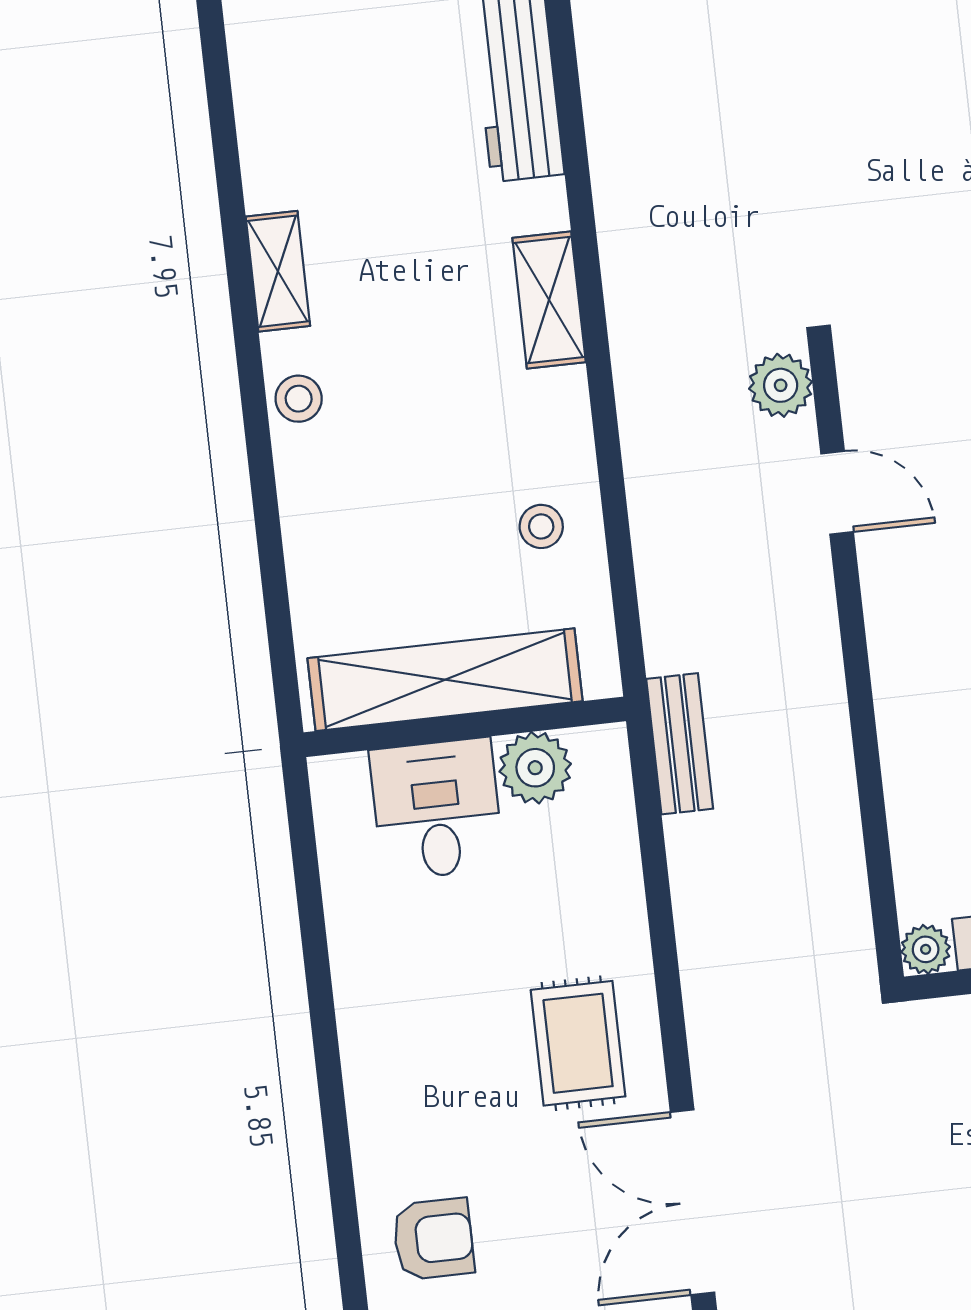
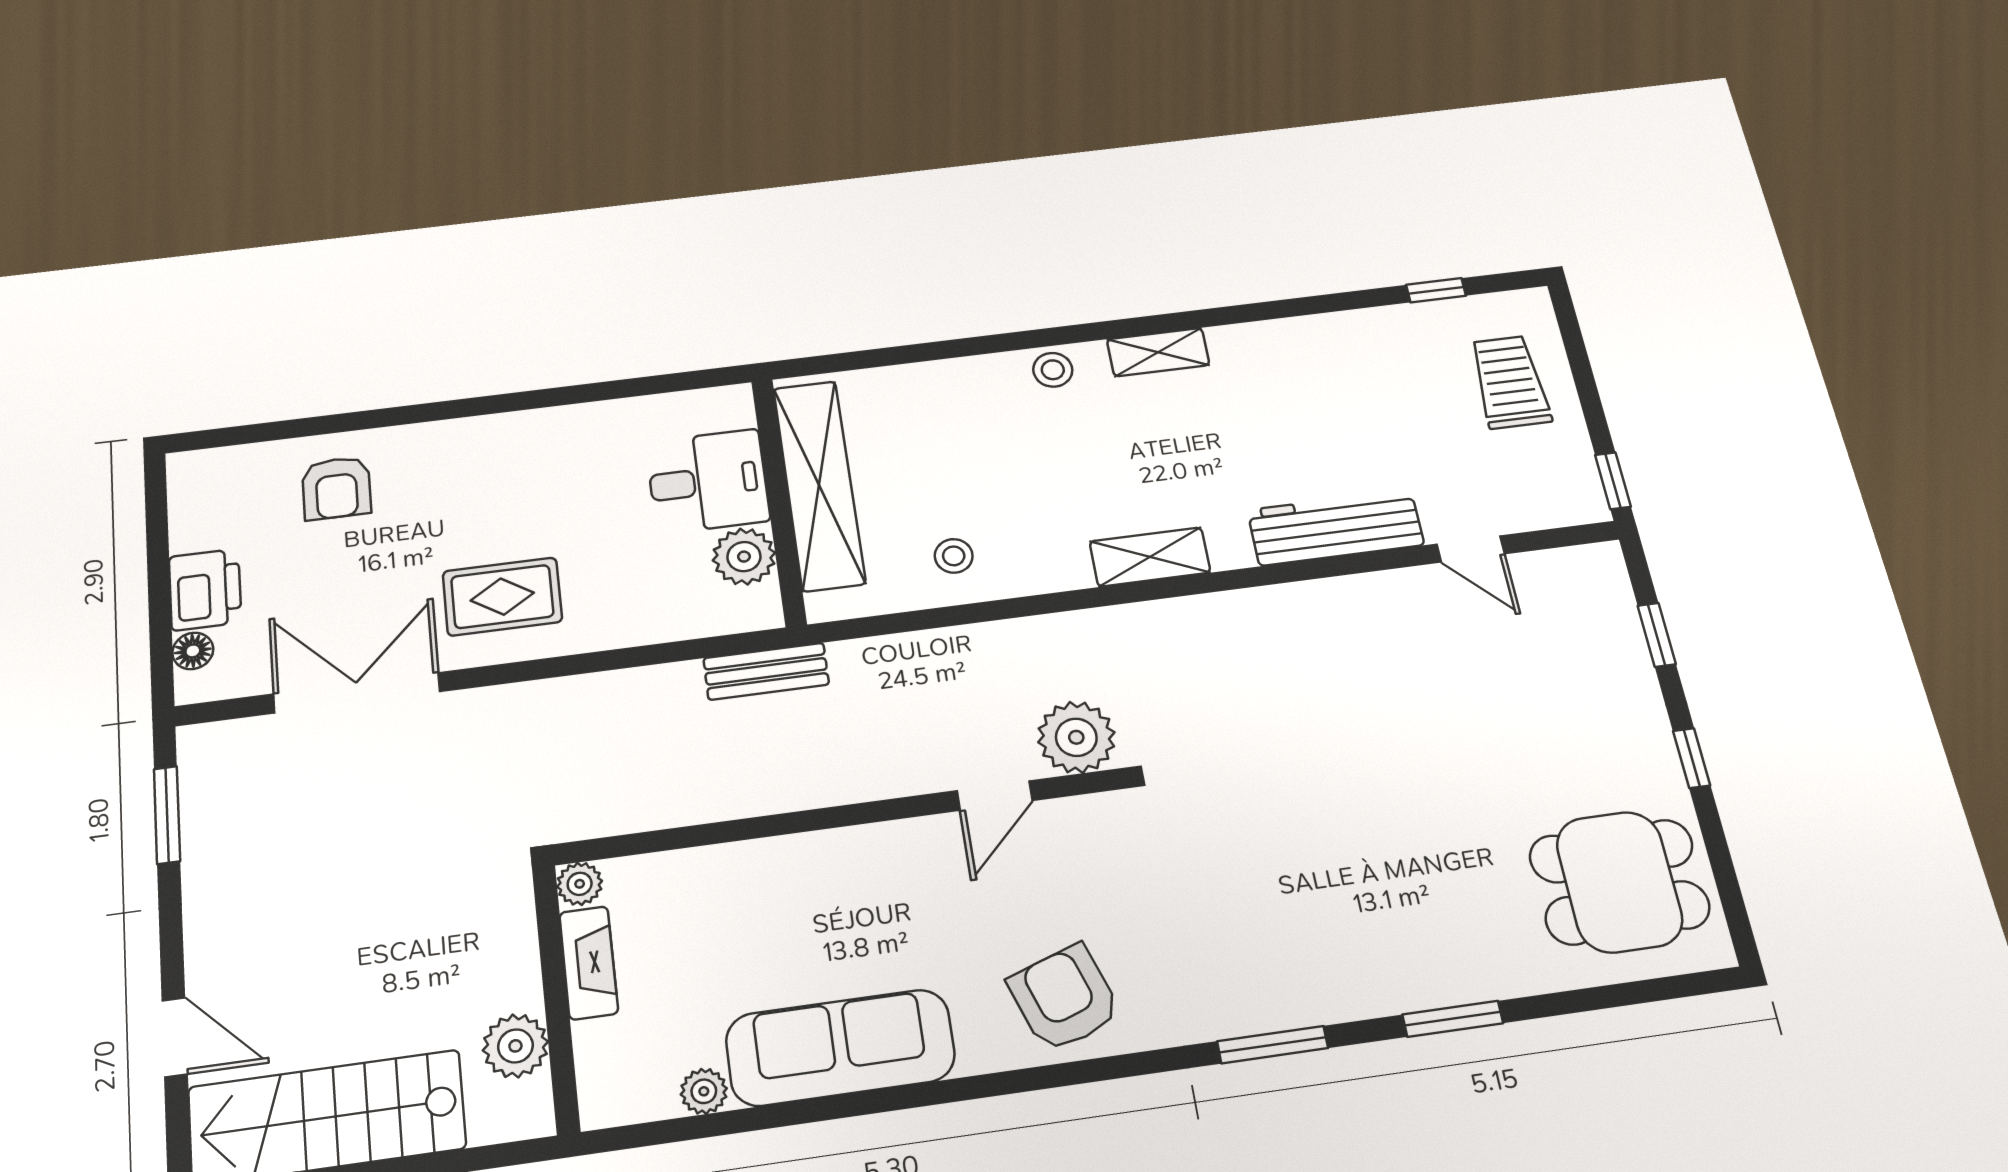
plant: (781, 385) -> (1076, 737), width x1.36, depth x1.36

